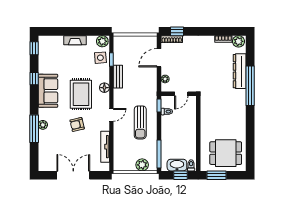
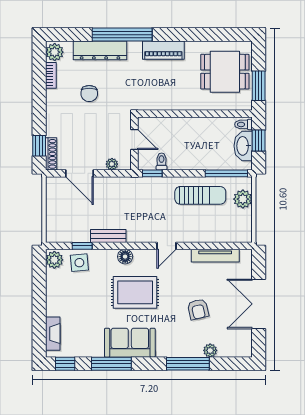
fireplace: (75, 40) -> (53, 334), moved
chair: (211, 64) -> (89, 94), added
window: (34, 79) -> (111, 364), width x2.17
piano: (240, 113) -> (163, 50), added
door: (111, 115) -> (167, 246), swing flipped
sun lounger: (140, 122) -> (200, 195), moved
armchair: (77, 124) -> (198, 309), moved
plant: (43, 125) -> (210, 350), moved
dining table: (226, 153) -> (225, 72), turned 90

